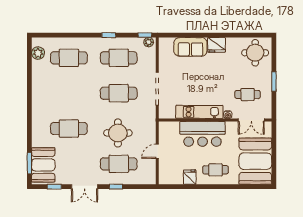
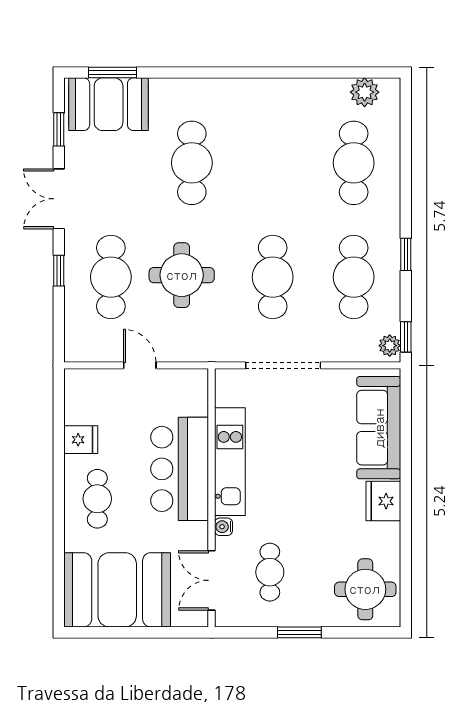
sofa: (190, 47) -> (379, 428), width x1.36

